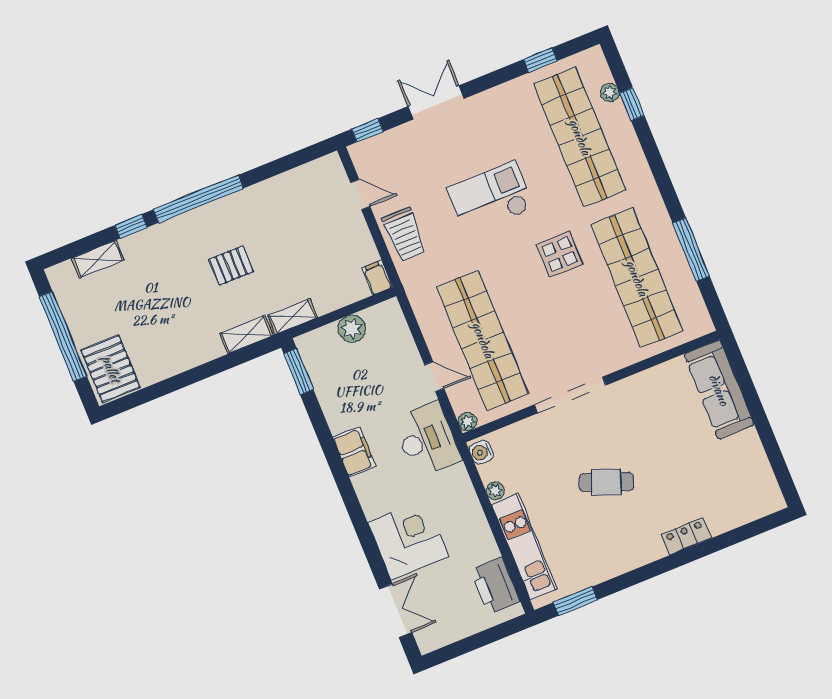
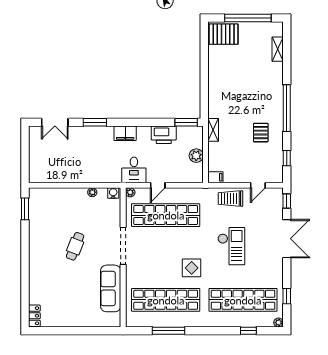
plant: (610, 93) -> (279, 323), moved
double door: (436, 102) -> (287, 239), width x1.37
window: (131, 226) -> (287, 158), moved
pallet: (231, 265) -> (261, 133), moved
shelving: (246, 335) -> (214, 105), removed
sofa: (719, 390) -> (111, 288), moved, turned -90
desk: (427, 440) -> (134, 170), width x0.73
filing cabinet: (354, 452) -> (125, 133), moved
locker: (686, 536) -> (34, 316), moved
window: (366, 538) -> (95, 122), added
corner desk: (408, 540) -> (86, 142), removed
kitchen unit: (524, 547) -> (60, 195), removed
printer: (495, 586) -> (164, 135), moved, turned 180

